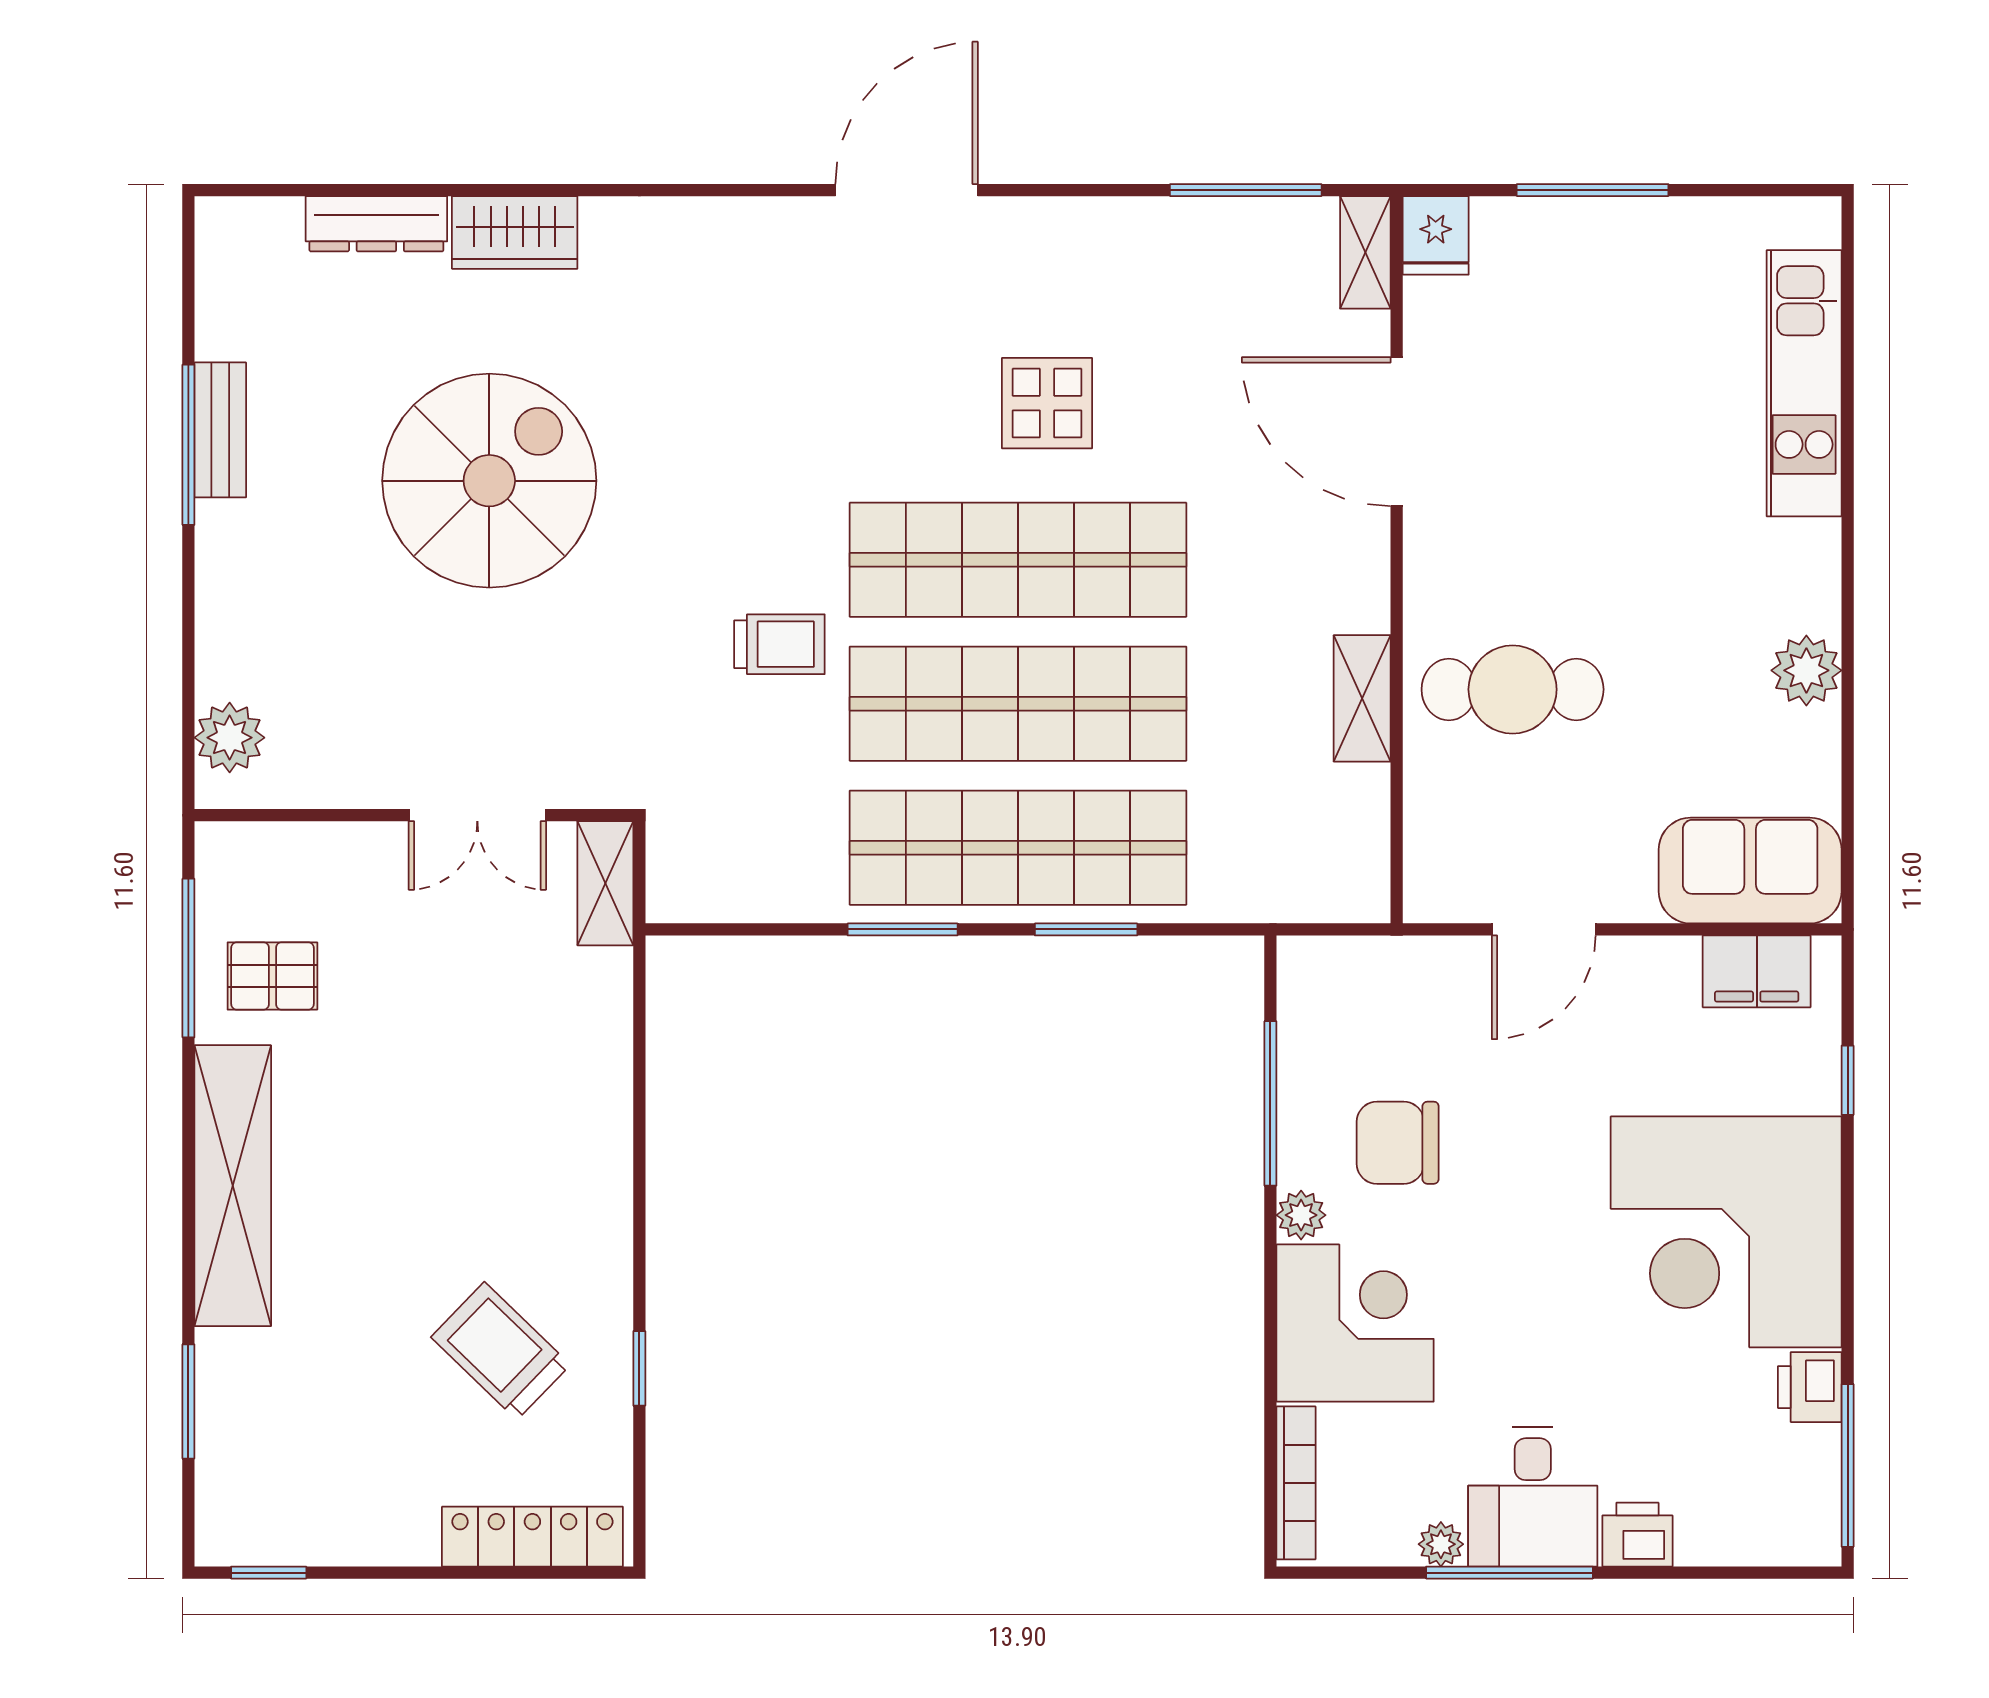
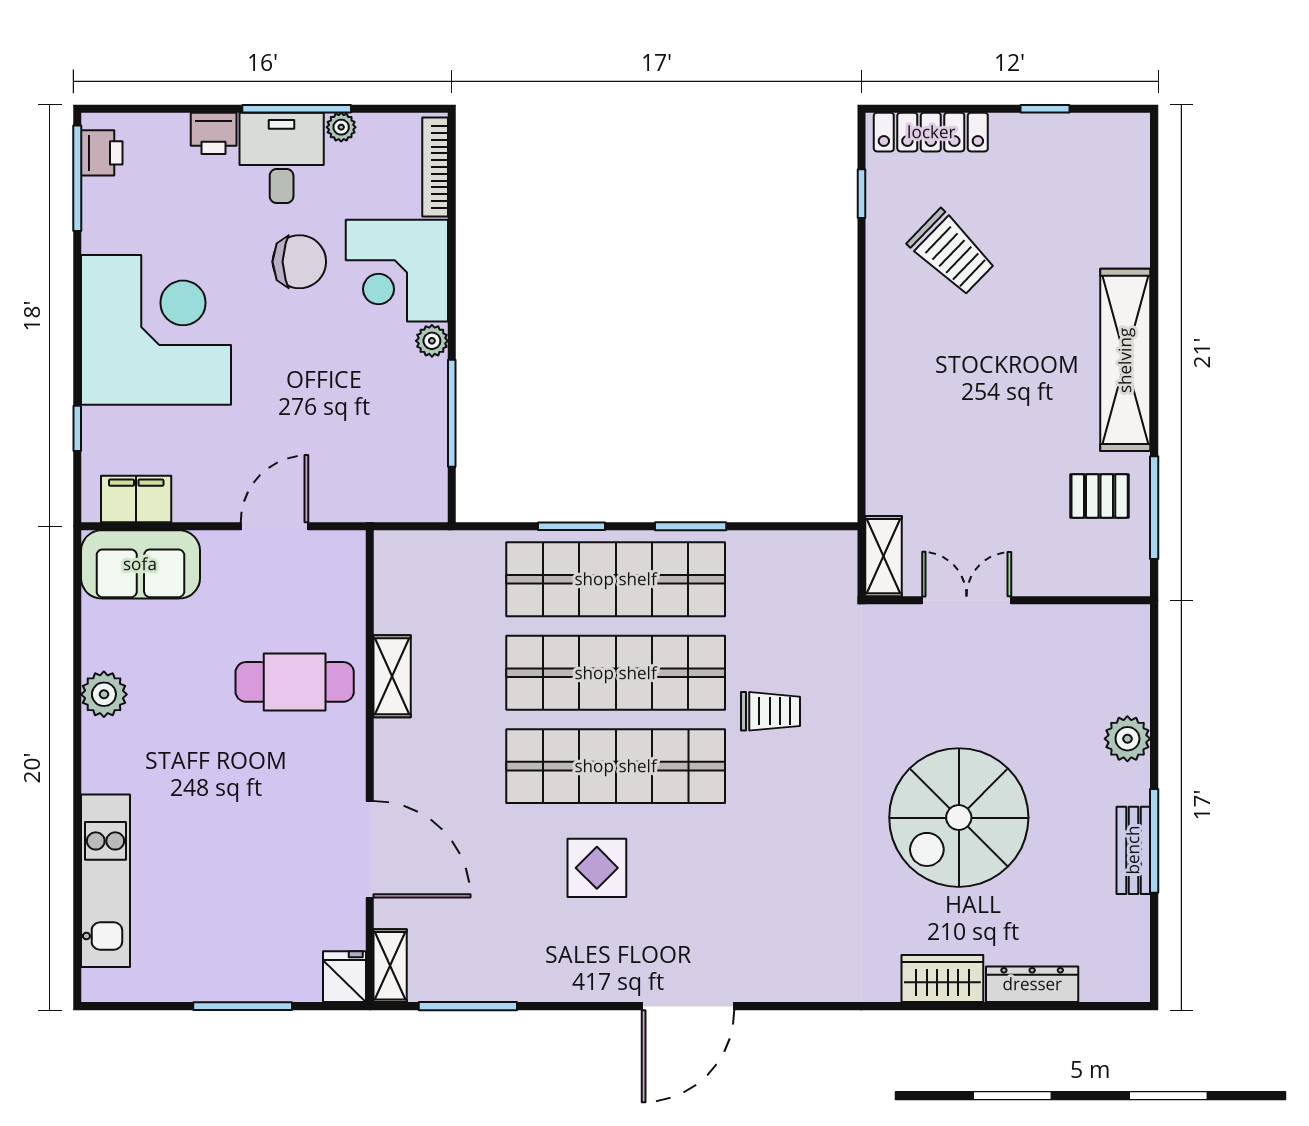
trolley: (779, 644) -> (771, 711), turned 180
plant: (230, 738) -> (1127, 739), moved
chair: (1398, 1143) -> (299, 262), moved
window: (639, 1368) -> (861, 194), moved
printer: (1810, 1387) -> (102, 153), moved
window: (188, 1401) -> (1154, 220), removed
window: (269, 1573) -> (1045, 109), moved

